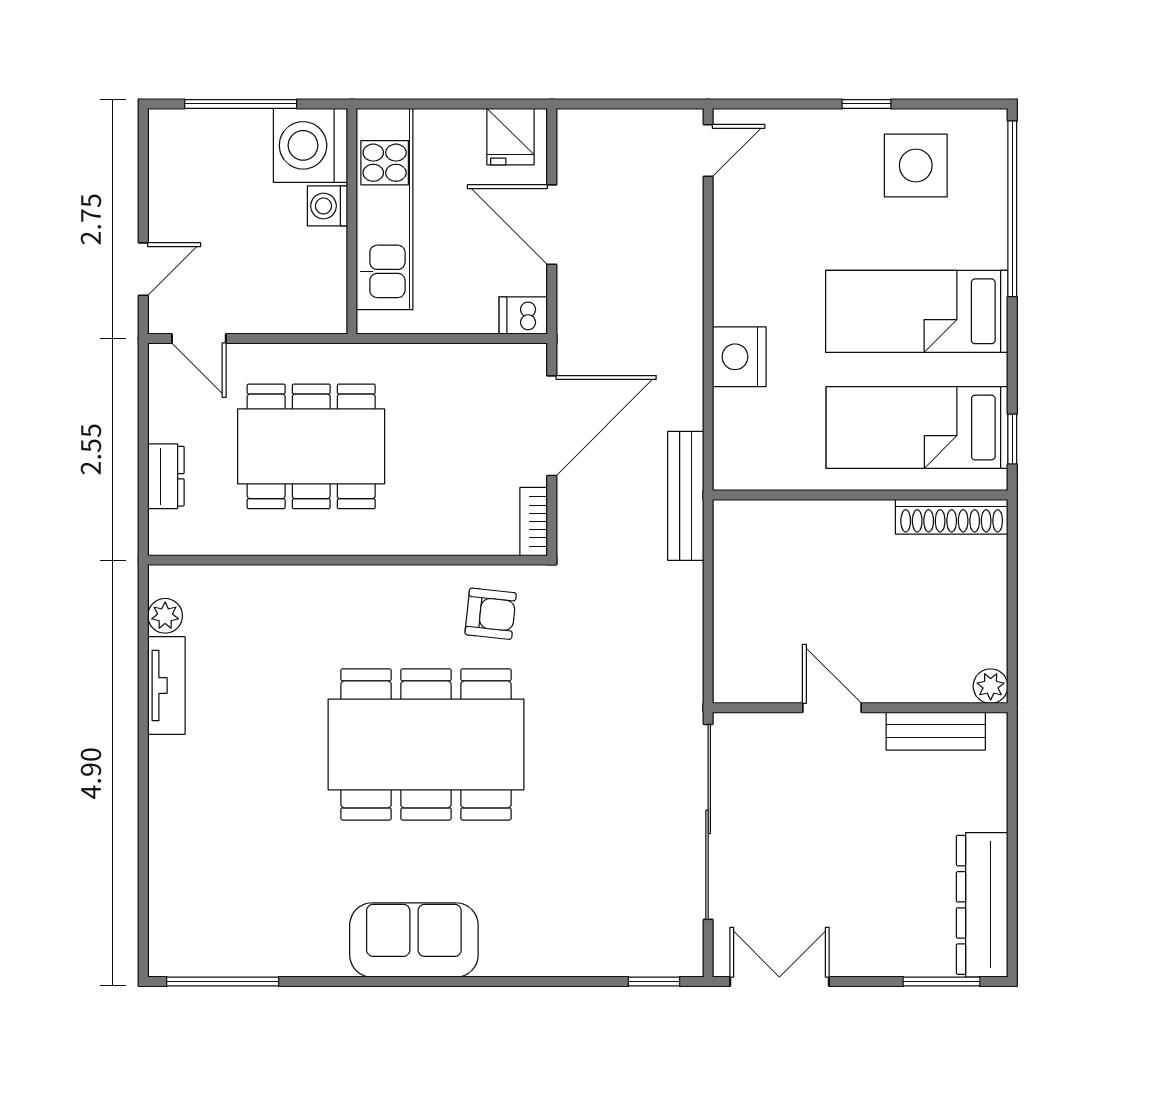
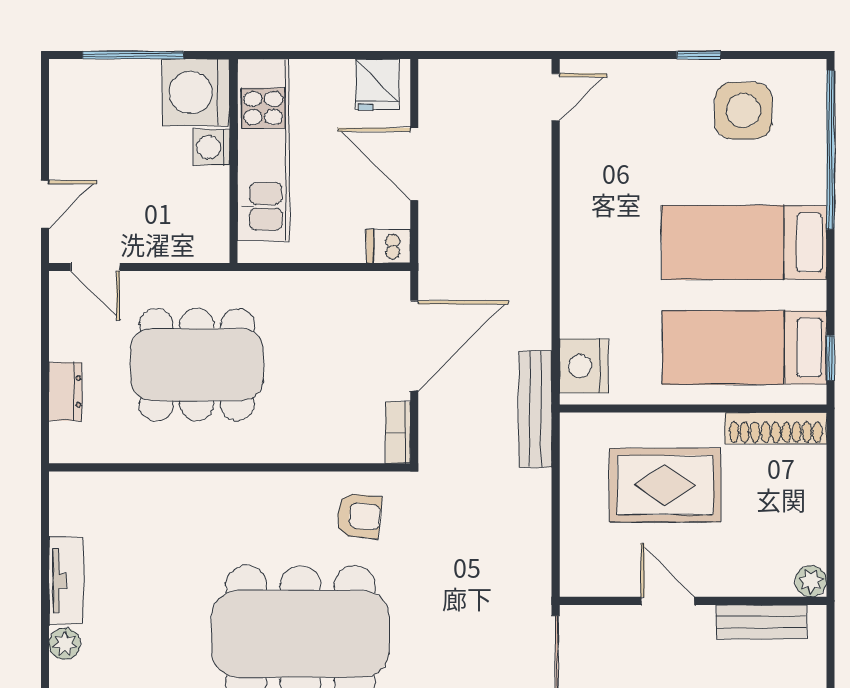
nightstand: (739, 357) -> (584, 366), moved
rug: (829, 580) -> (665, 485), added
plant: (165, 616) -> (65, 644), moved

